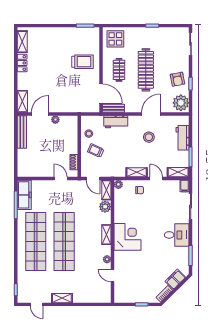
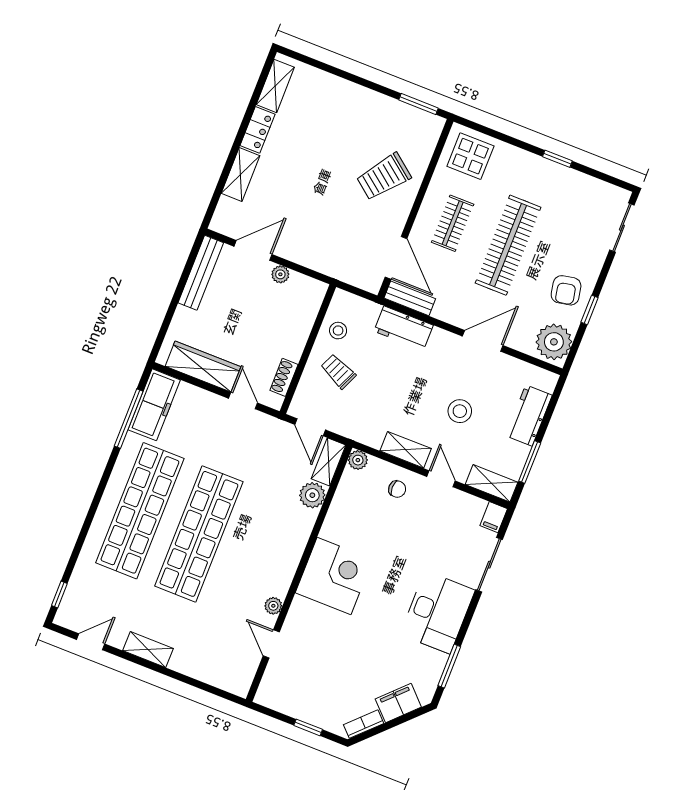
trolley: (83, 62) -> (384, 177), turned 128
shelving: (22, 101) -> (241, 174), moved
stool: (149, 137) -> (460, 411), moved
wardrobe: (38, 171) -> (203, 366), added
shelving: (106, 235) -> (292, 554), removed
desk: (177, 235) -> (437, 612), width x1.37
door: (37, 304) -> (91, 642), swing flipped

